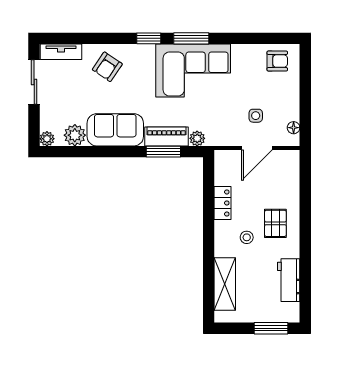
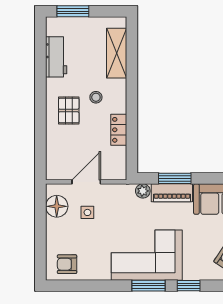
floor lamp: (294, 128) -> (57, 206), width x1.89, depth x1.89

